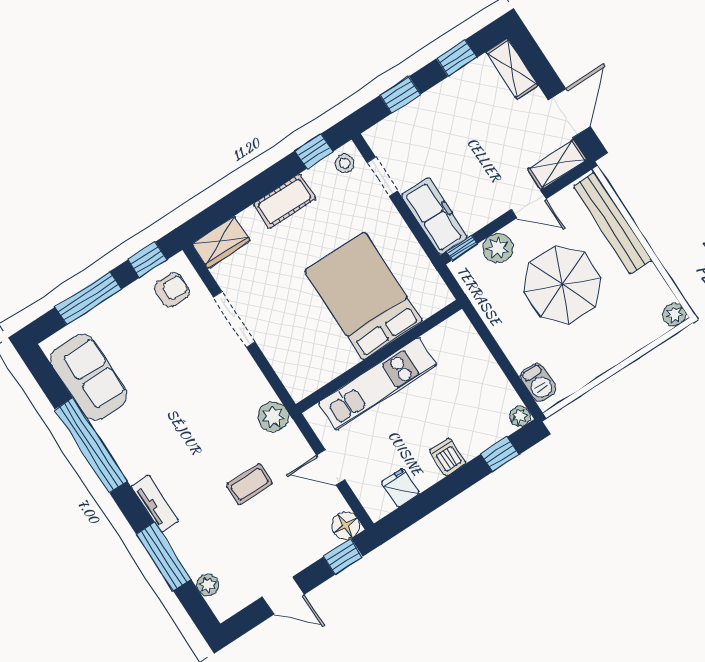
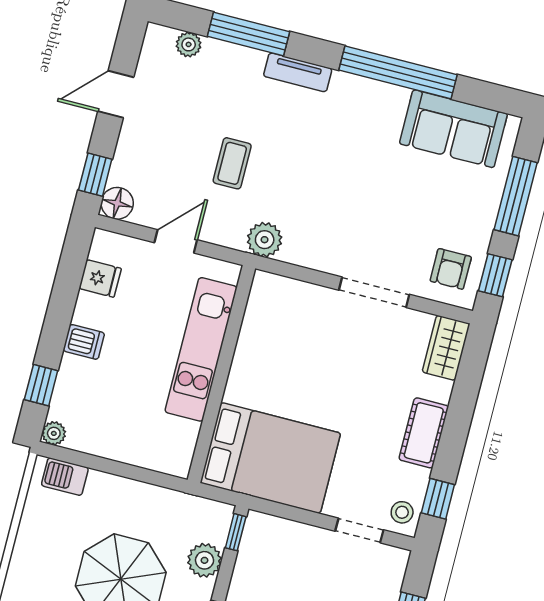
freezer: (434, 216) -> (284, 538), removed
bed: (364, 296) -> (270, 458), moved

